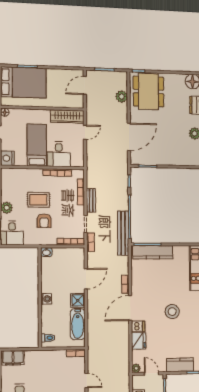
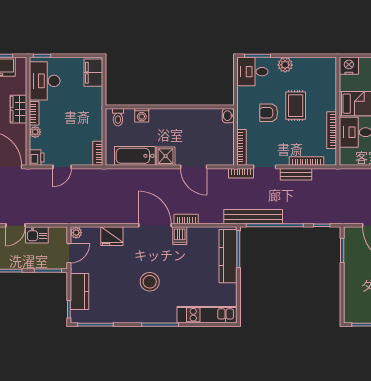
washing machine: (46, 299) -> (142, 115), moved
dishwasher: (138, 326) -> (180, 236), moved

